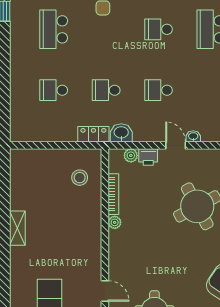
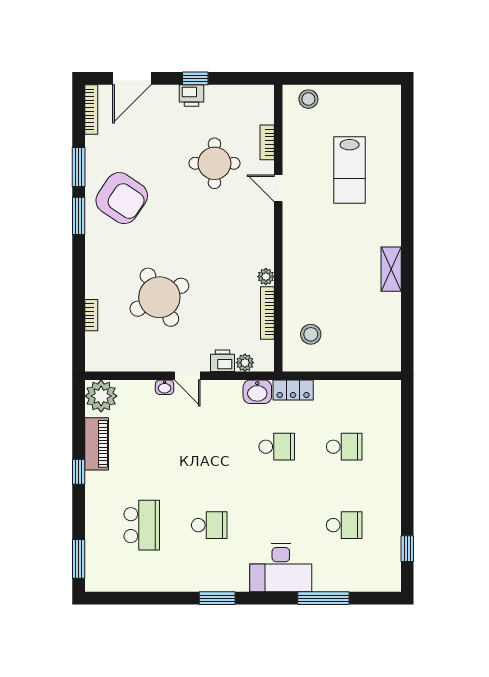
school desk: (54, 29) -> (344, 525), width x0.54
school desk: (159, 90) -> (209, 447), removed

